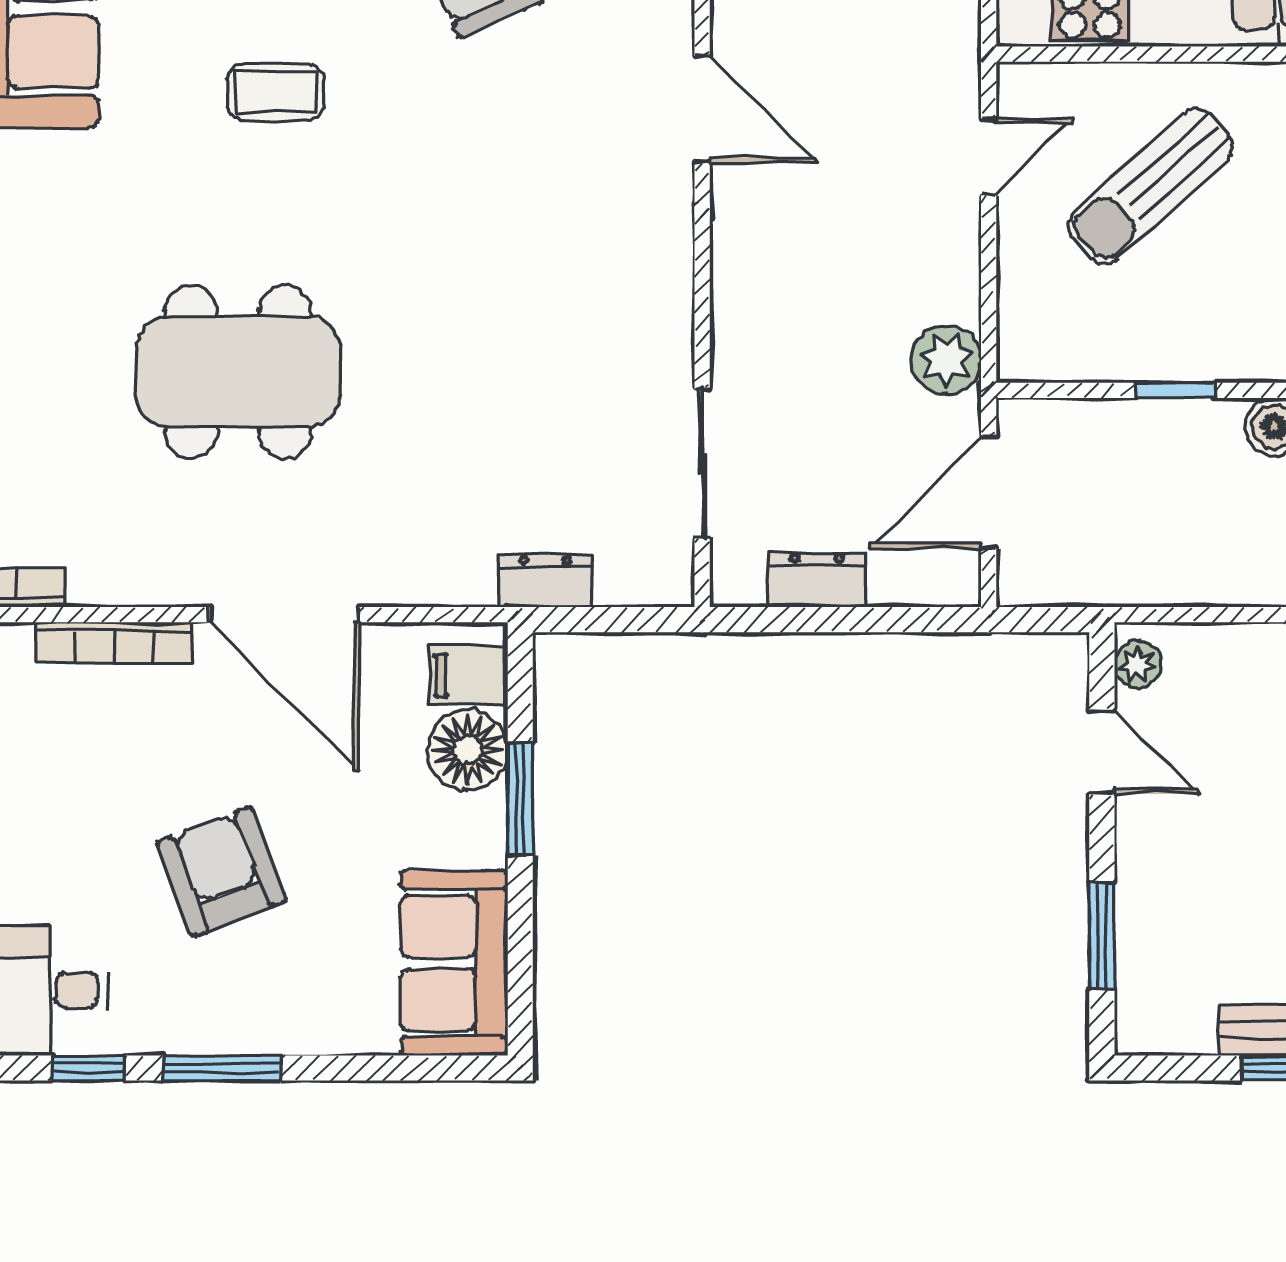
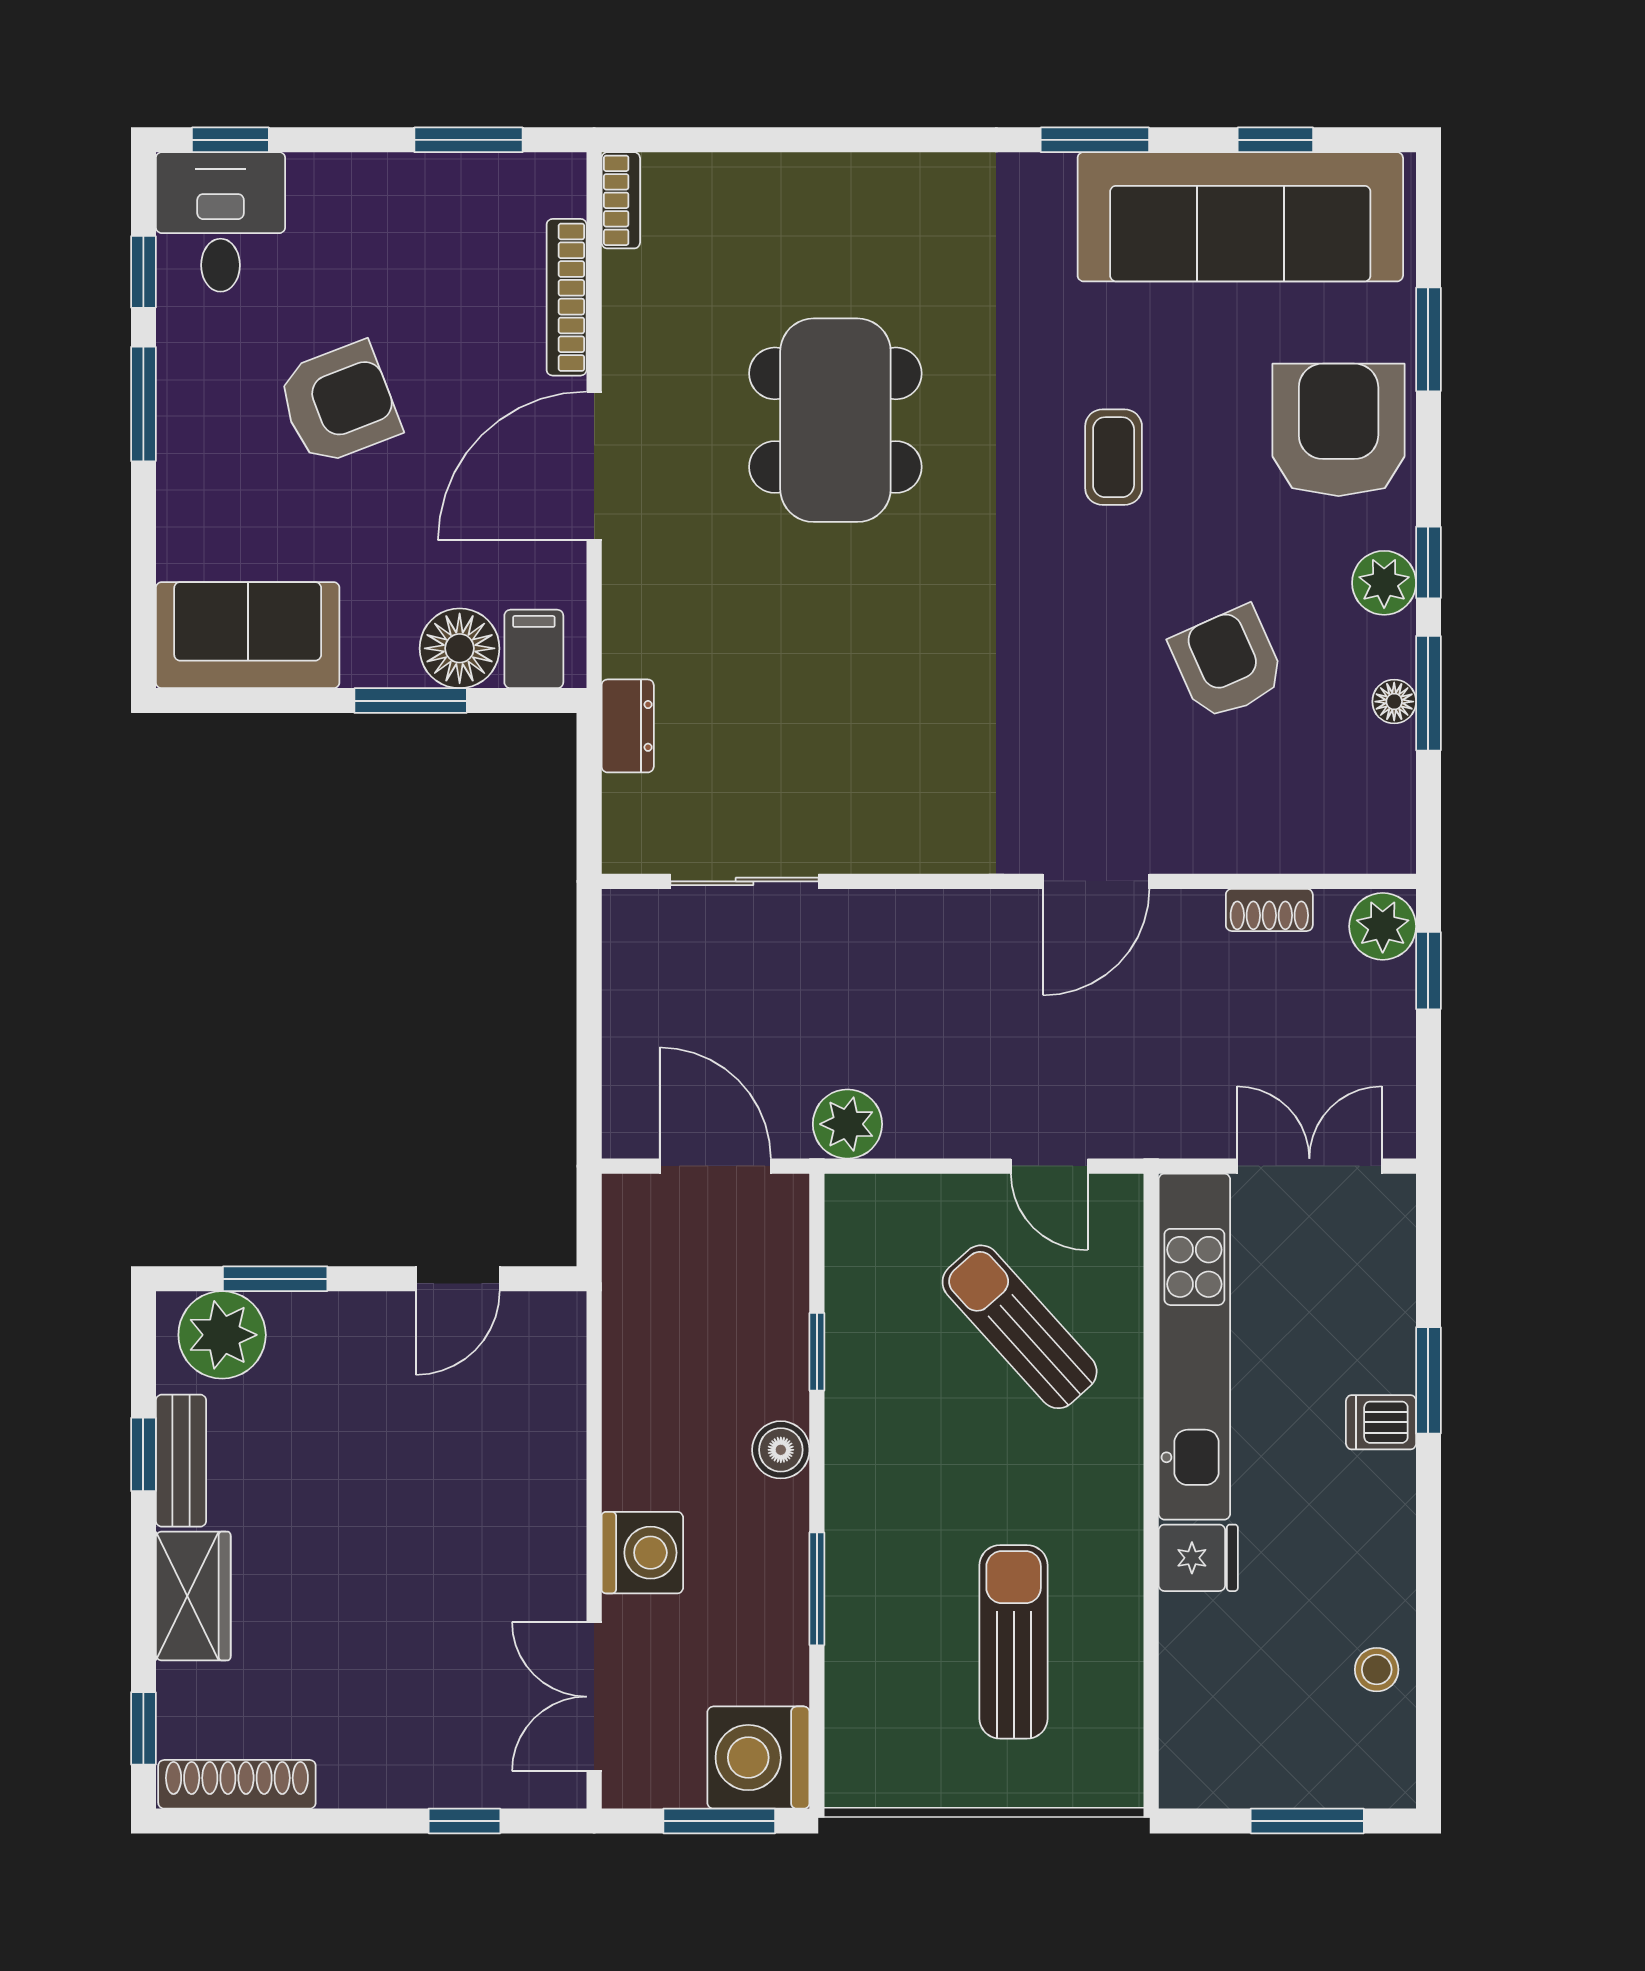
dresser: (817, 580) -> (629, 995), removed
plant: (1138, 664) -> (222, 1335), moved, width x1.88, depth x1.88

